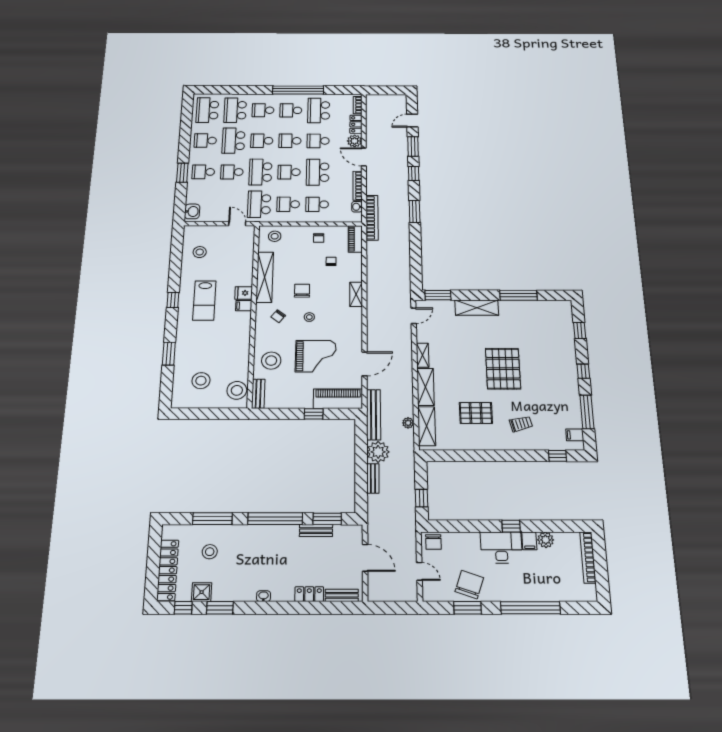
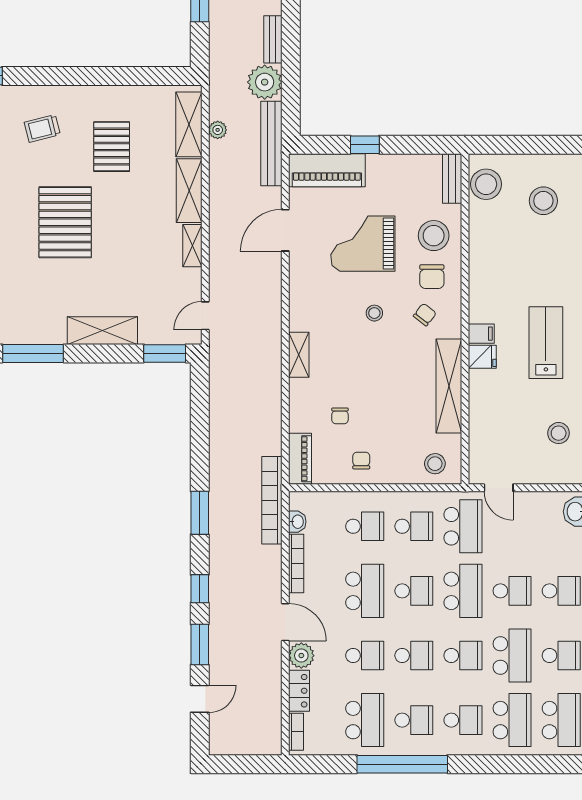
chair: (302, 291) -> (432, 277), moved
pallet: (476, 413) -> (112, 147), turned 90

